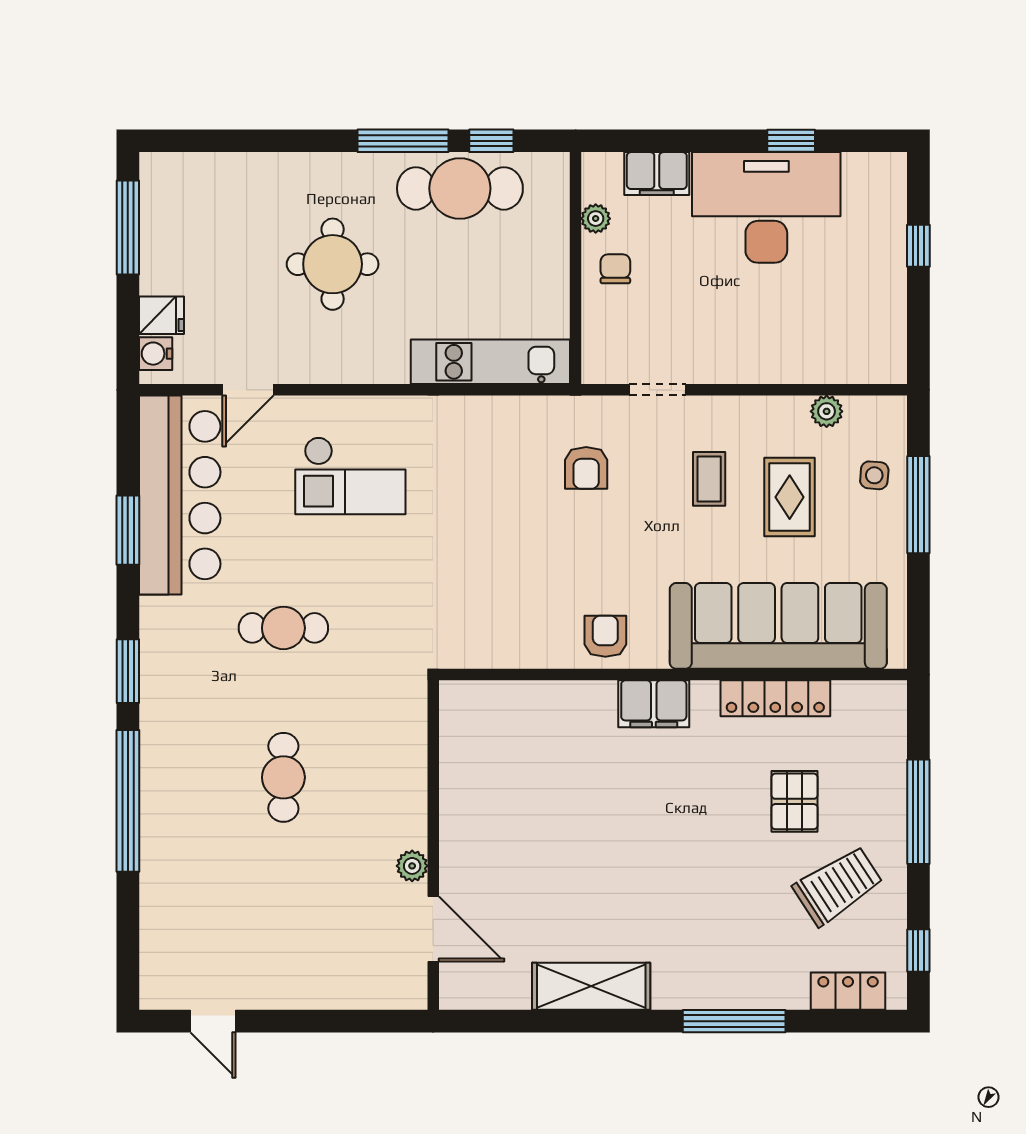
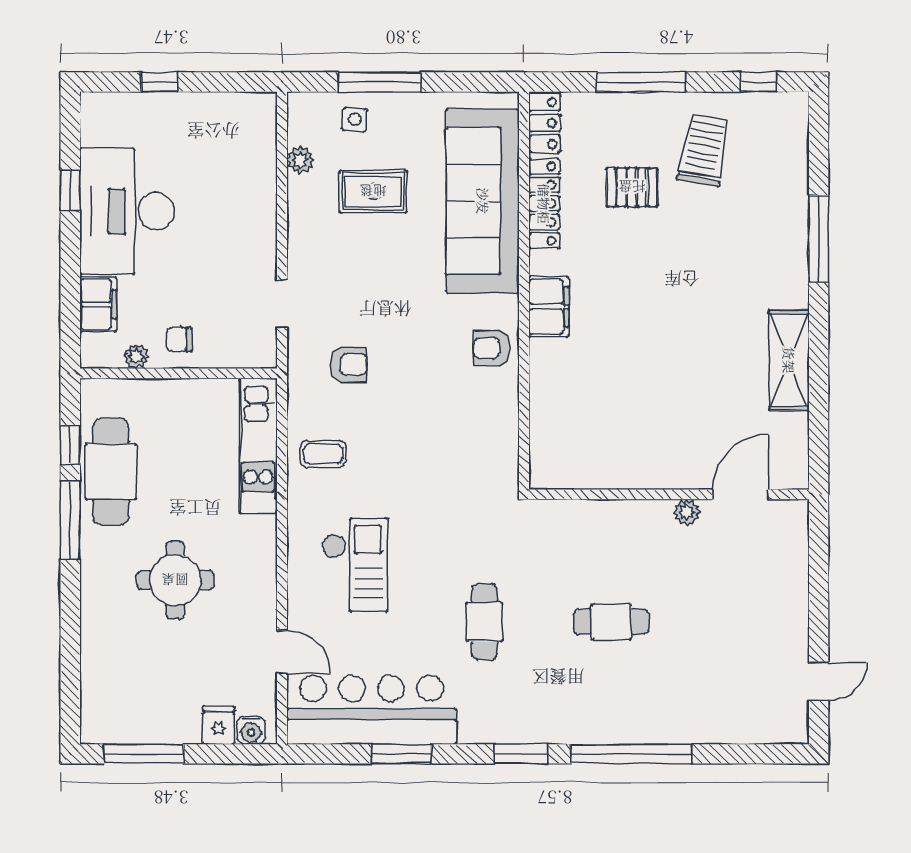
coffee table: (709, 479) -> (323, 454), moved
trolley: (838, 886) -> (703, 150), turned 43
locker: (848, 991) -> (545, 123), moved, turned 180

